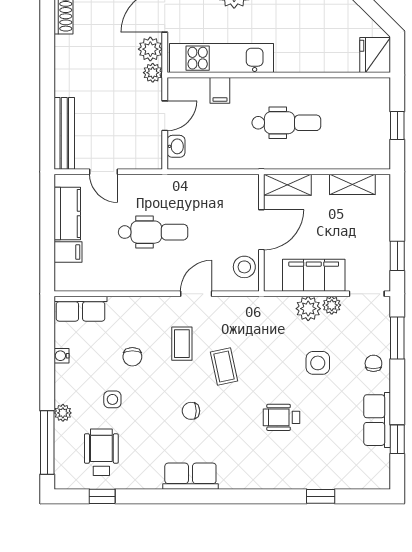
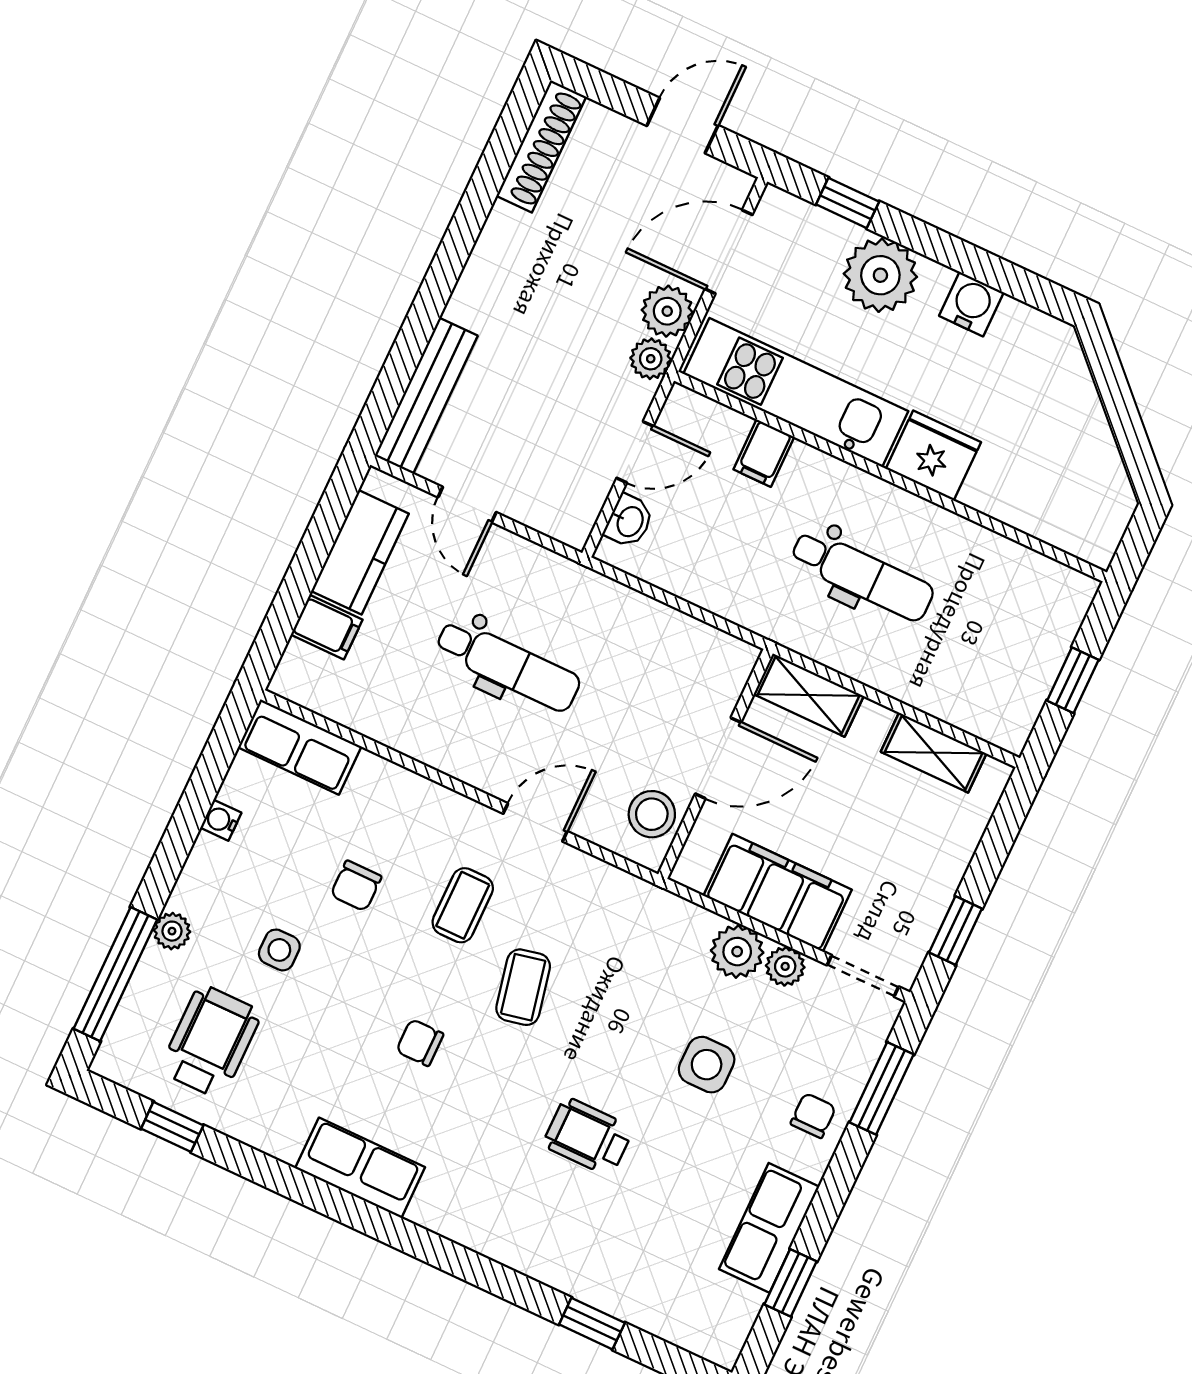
fridge: (375, 55) -> (933, 456), moved, turned 90

